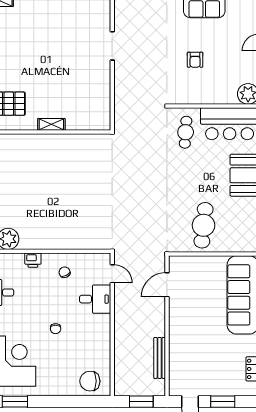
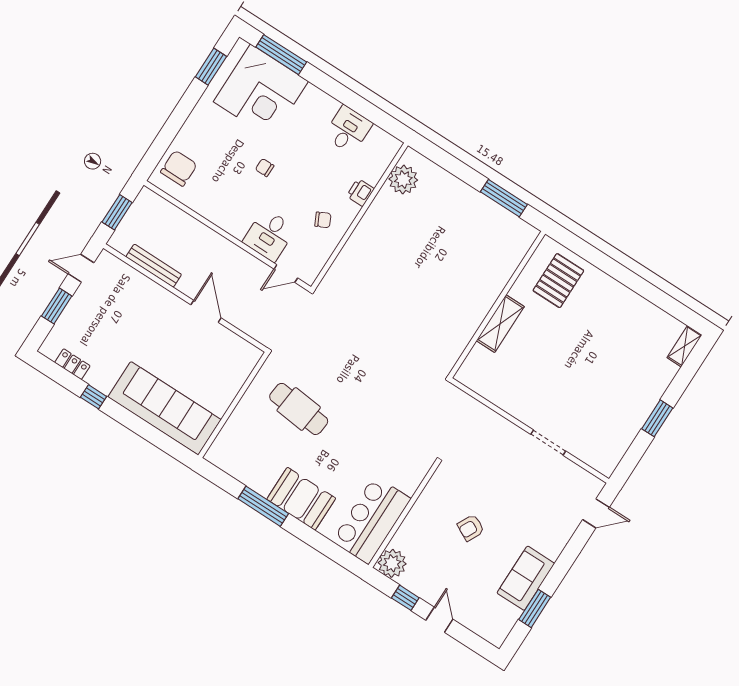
armchair: (195, 60) -> (471, 528), turned -63
shelving: (51, 124) -> (500, 324), width x1.50, depth x1.33
cafe table: (186, 132) -> (394, 463), removed
cafe table: (204, 225) -> (299, 409), moved
door: (167, 285) -> (206, 311), moved

